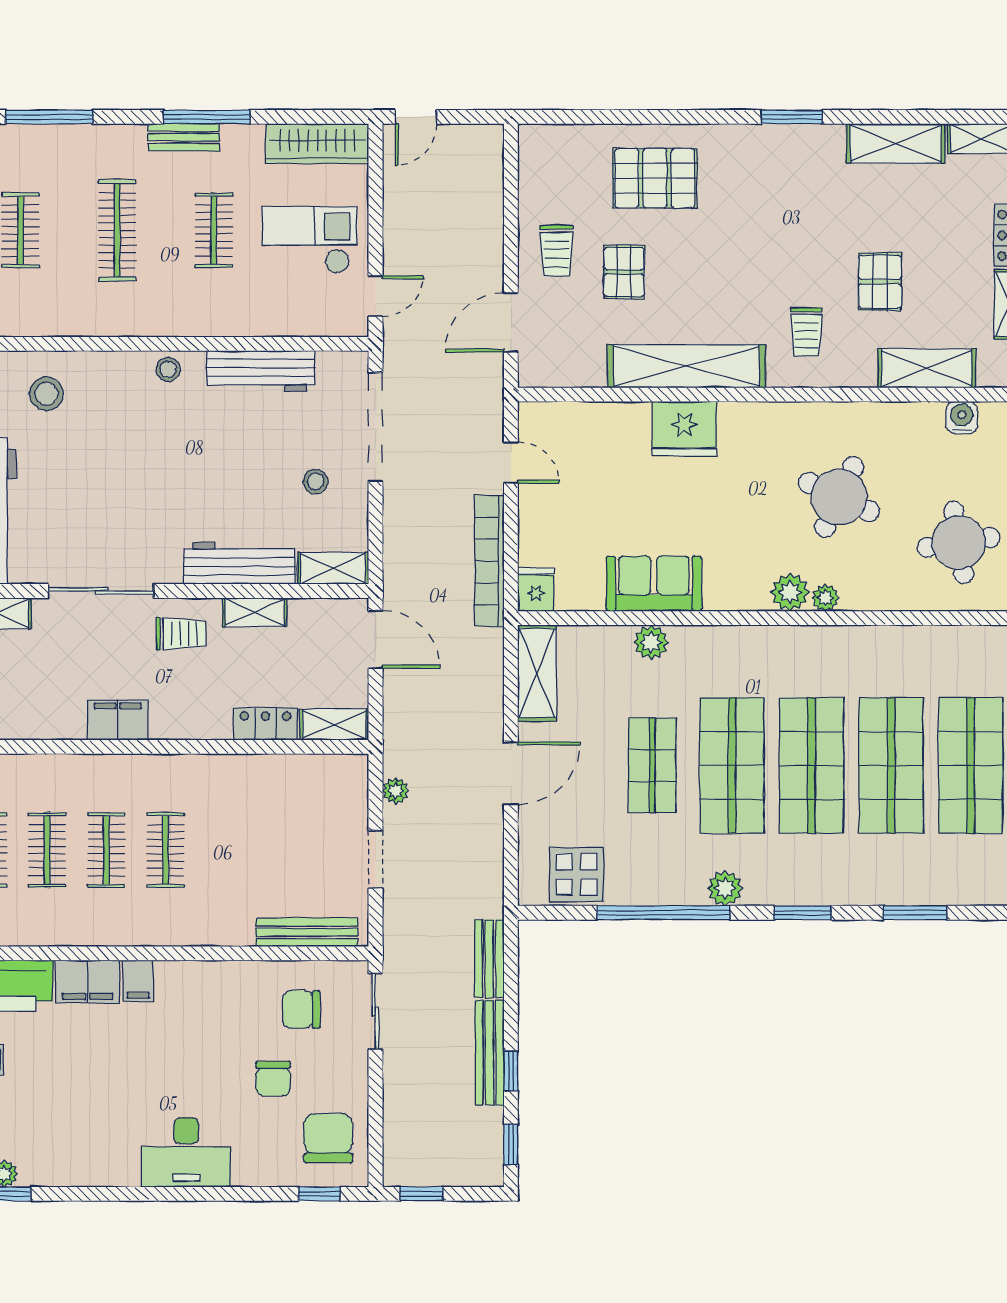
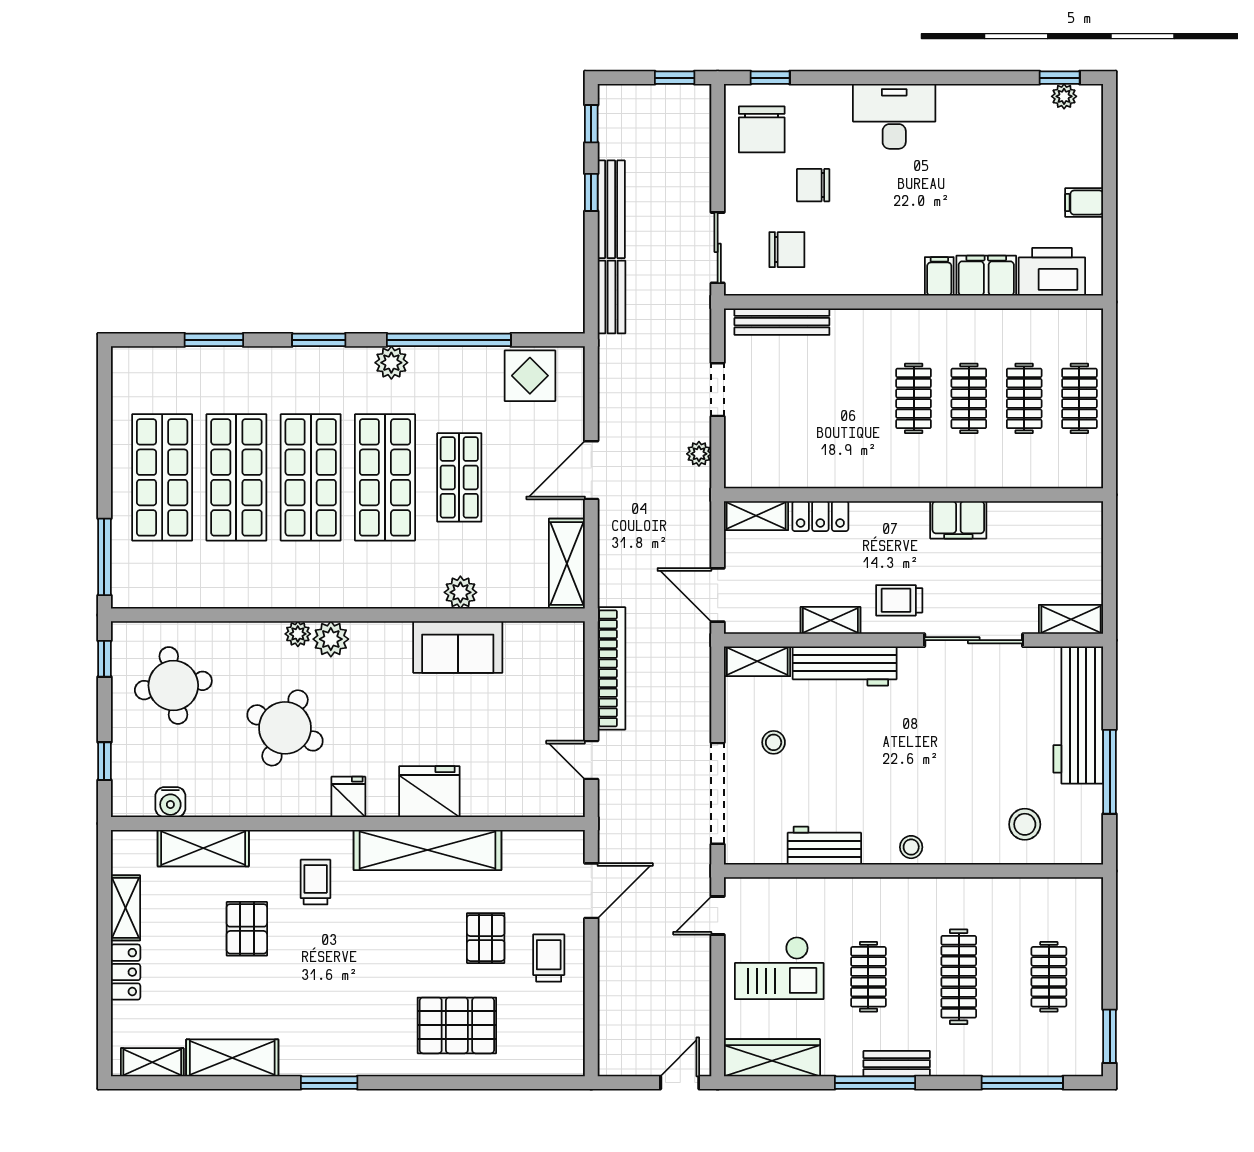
workbench: (261, 371) -> (824, 846), width x0.73
fridge: (536, 590) -> (348, 797), moved, turned 180
chair: (273, 1079) -> (813, 185), turned -90

